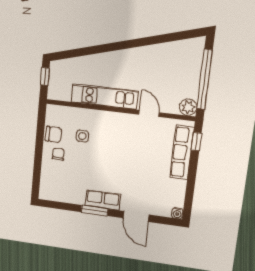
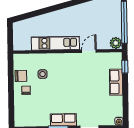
window: (45, 77) -> (10, 34), removed
door: (149, 113) -> (89, 51), hinge flipped
row of seats: (182, 152) -> (116, 82), width x0.68

